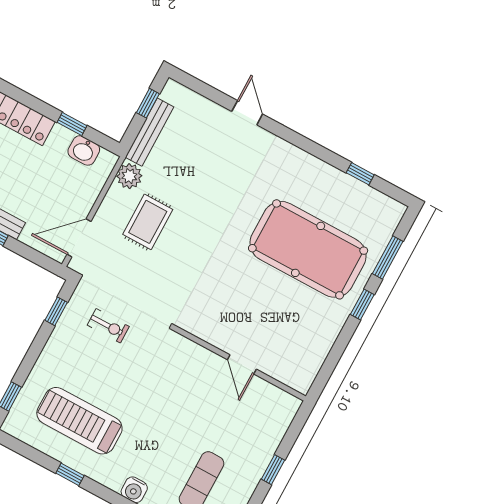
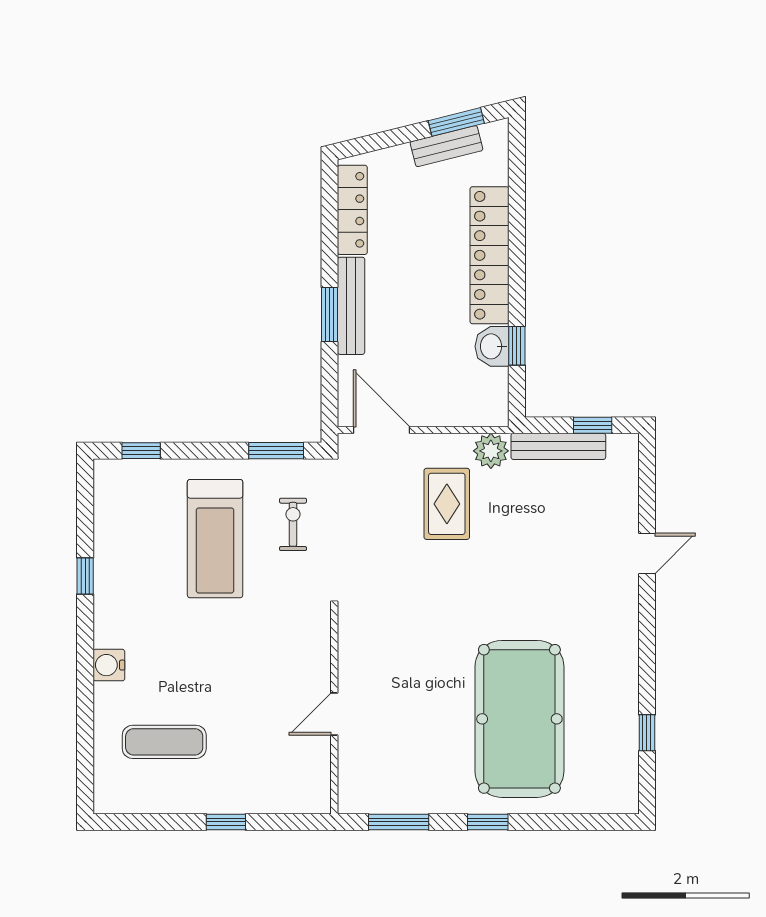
washbasin: (84, 150) -> (492, 346), moved
rug: (148, 222) -> (447, 504), turned 90
window: (388, 258) -> (399, 822), moved
window: (56, 311) -> (276, 451), width x1.50
exercise bike: (108, 326) -> (293, 524), turned 180
treadmill: (79, 421) -> (215, 539), moved, turned 180

